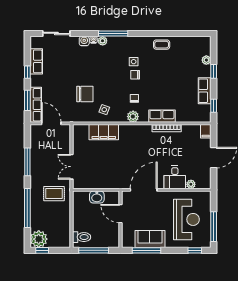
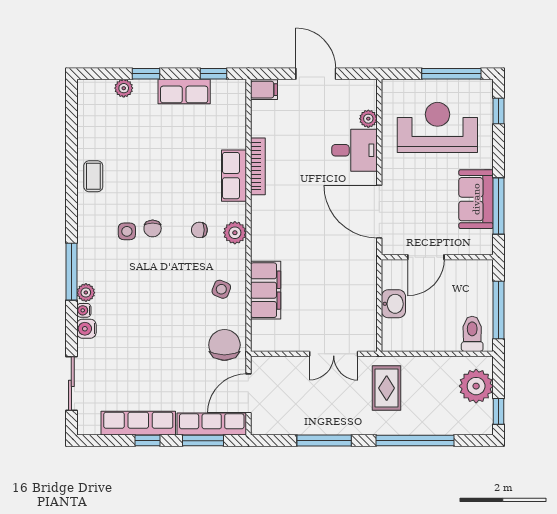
row of seats: (36, 61) -> (138, 423), width x1.48
chair: (85, 94) -> (224, 345), moved
plant: (39, 239) -> (476, 386), moved

